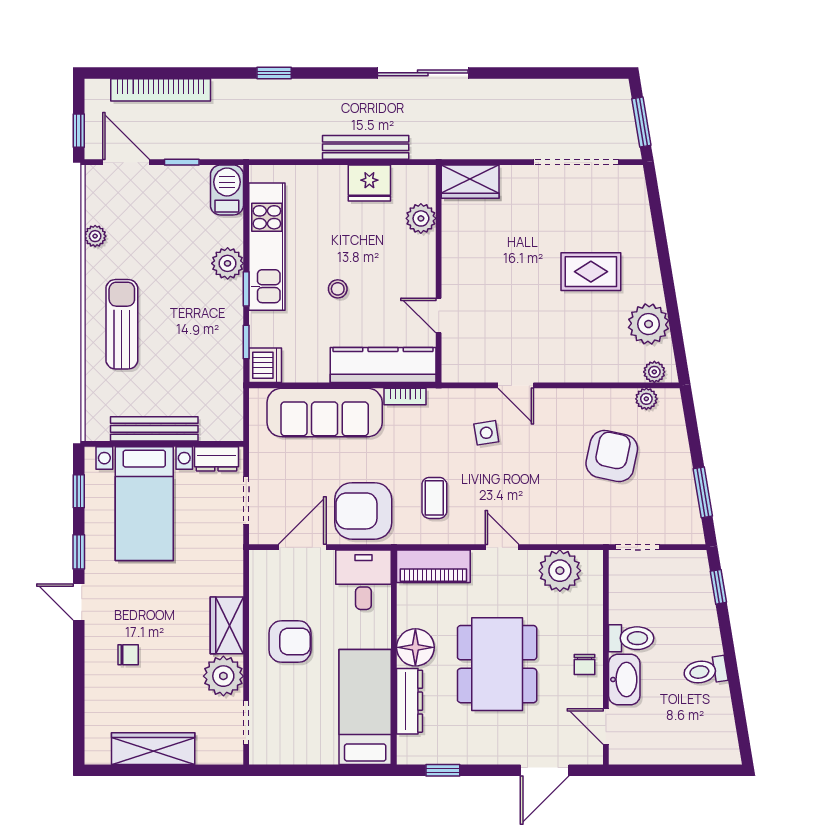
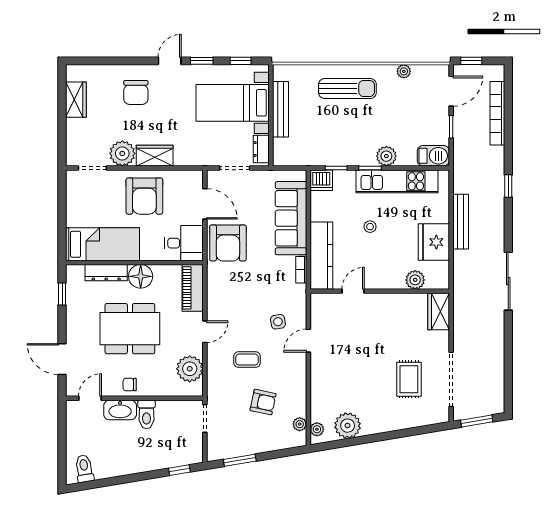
bench: (366, 147) -> (461, 222), moved
fridge: (369, 183) -> (434, 242), width x1.36, depth x1.34
rug: (591, 272) -> (409, 379), moved
armchair: (612, 456) -> (263, 402), width x0.72, depth x0.72
coffee table: (434, 498) -> (247, 360), moved
armchair: (363, 511) -> (228, 243), turned 180
armchair: (290, 642) -> (144, 196), width x1.36, depth x1.36
chair: (128, 655) -> (136, 92), width x1.87, depth x1.87
toilet: (705, 671) -> (84, 469), moved
wardrobe: (153, 749) -> (76, 100), width x0.67

